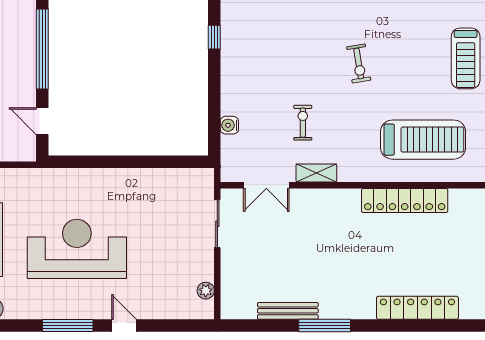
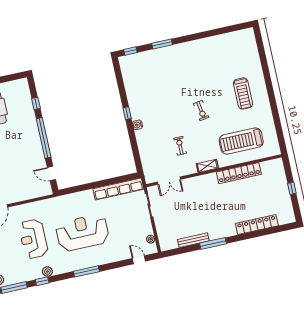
treadmill: (466, 58) -> (243, 93), moved
water cooler: (229, 125) -> (137, 125), moved
treadmill: (423, 140) -> (241, 141), turned 180
shelving: (316, 173) -> (207, 166), moved
row of seats: (165, 180) -> (118, 189), added
door: (124, 325) -> (139, 260), moved

